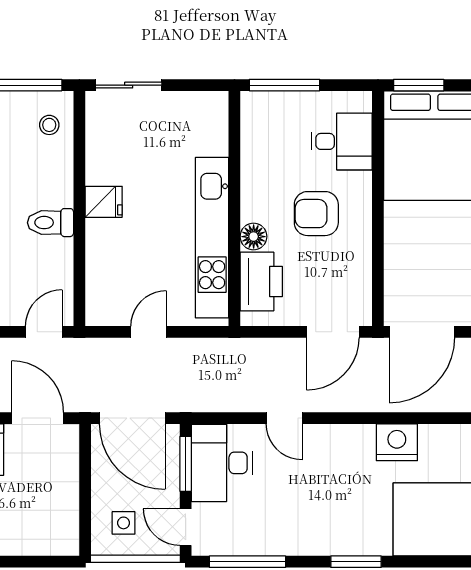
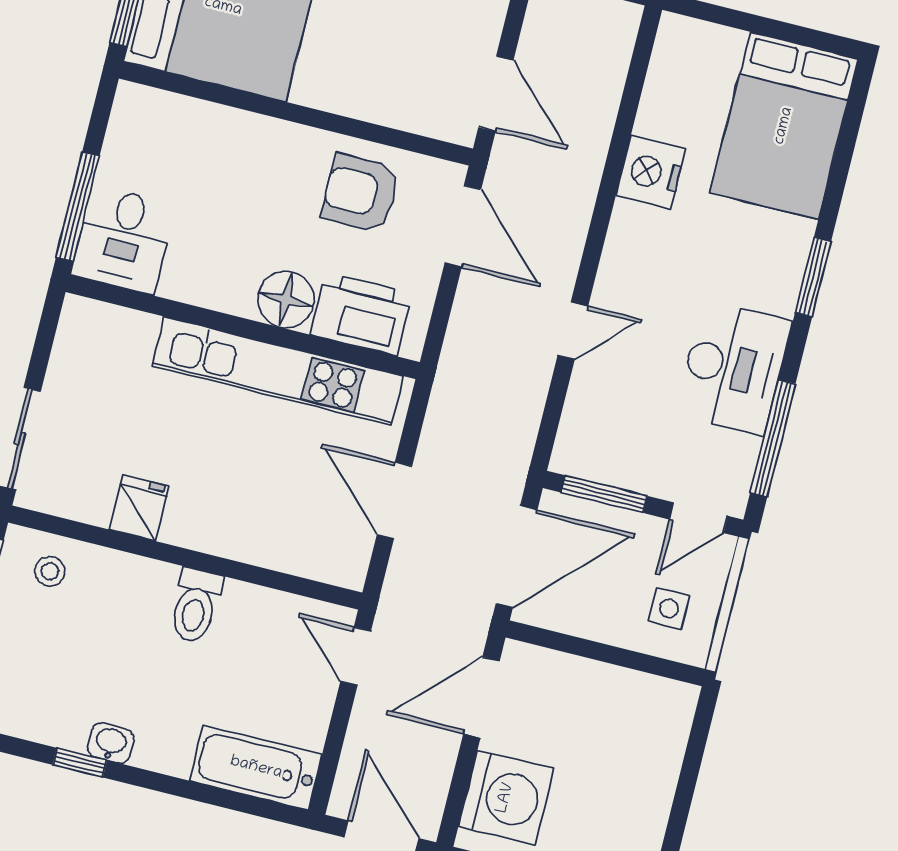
desk: (342, 141) -> (123, 240), moved, turned 180
fridge: (104, 202) -> (139, 508), moved
armchair: (316, 214) -> (360, 193), moved, turned 90
floor lamp: (254, 237) -> (286, 300), width x1.38, depth x1.38
door: (149, 332) -> (394, 500), width x1.38
door: (422, 332) -> (496, 94), width x0.73
desk: (222, 463) -> (733, 368), moved, turned -90

